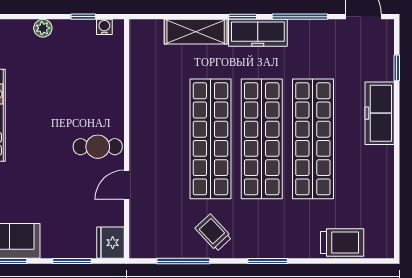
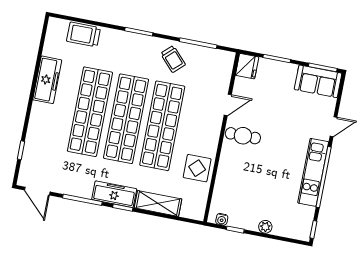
display table: (152, 90) -> (197, 168), added
freezer: (380, 113) -> (47, 80), moved

